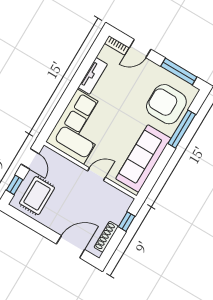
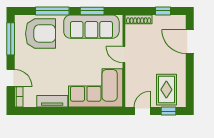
armchair: (166, 104) -> (41, 34), turned -90
window: (158, 168) -> (92, 11), added
rug: (37, 196) -> (166, 90), turned 90
window: (127, 222) -> (163, 11), moved
shoe rack: (106, 237) -> (139, 19), moved

